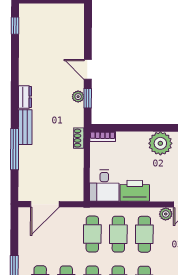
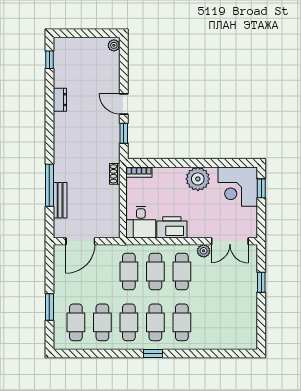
dresser: (25, 97) -> (60, 100), moved
plant: (78, 97) -> (114, 45), moved
bench: (25, 127) -> (60, 200), moved

